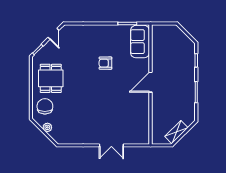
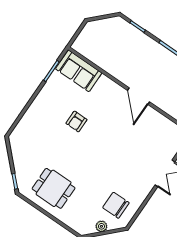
door: (53, 34) -> (10, 154), removed
door: (151, 82) -> (139, 96), moved
chair: (45, 106) -> (116, 205), moved

